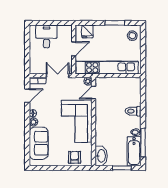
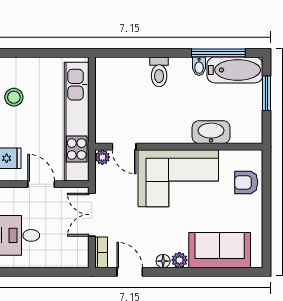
stool: (132, 36) -> (14, 97), moved
washbasin: (101, 156) -> (211, 132), moved

